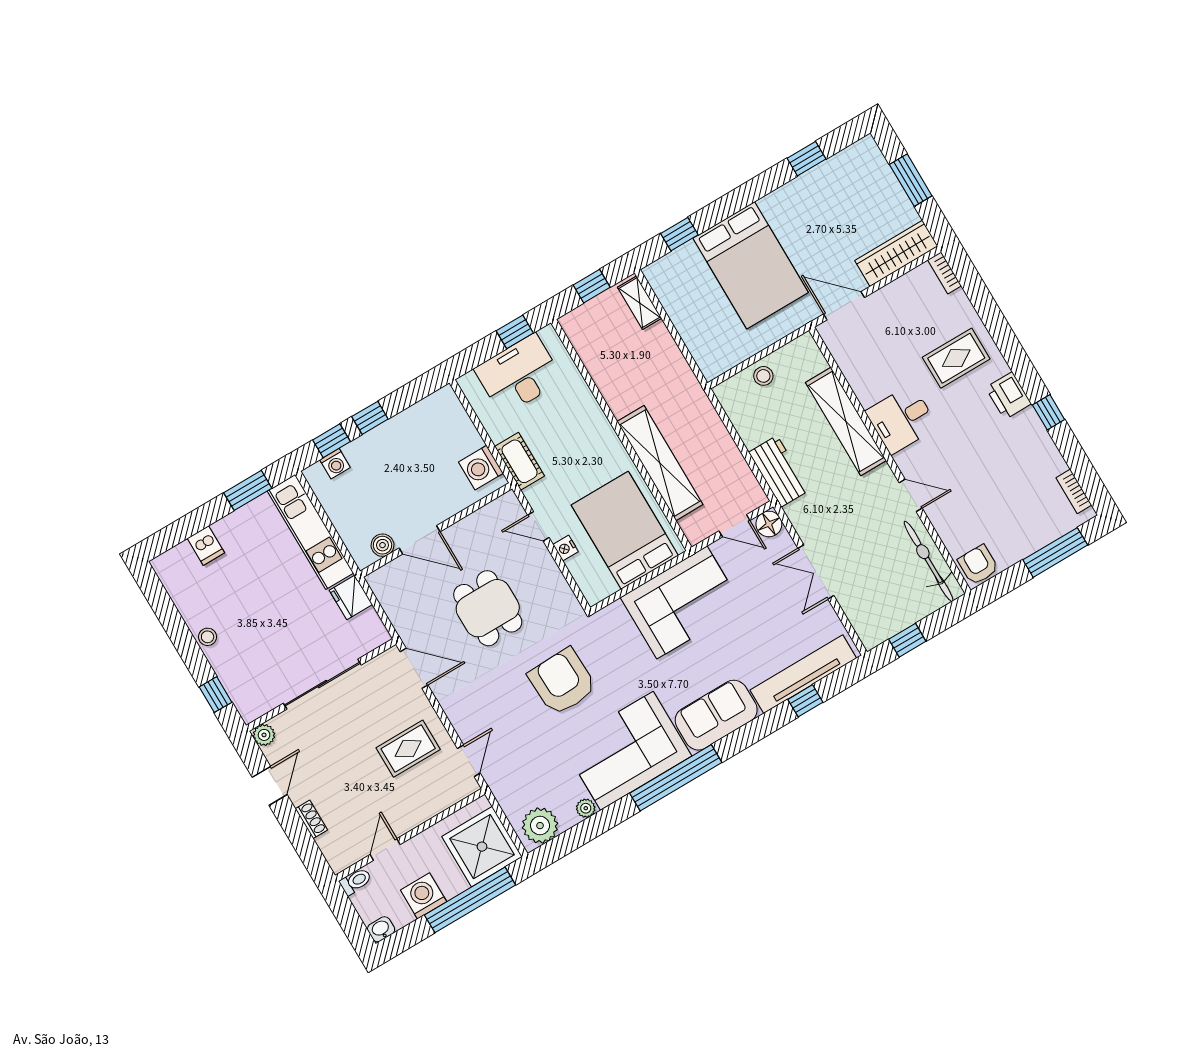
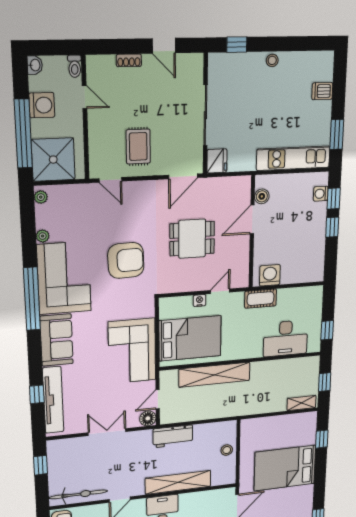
desk: (519, 375) -> (285, 338), moved, turned 90
fridge: (351, 597) -> (217, 161), moved, turned 90
plant: (264, 735) -> (196, 61), removed
plant: (540, 826) -> (41, 197), width x0.53, depth x0.53

